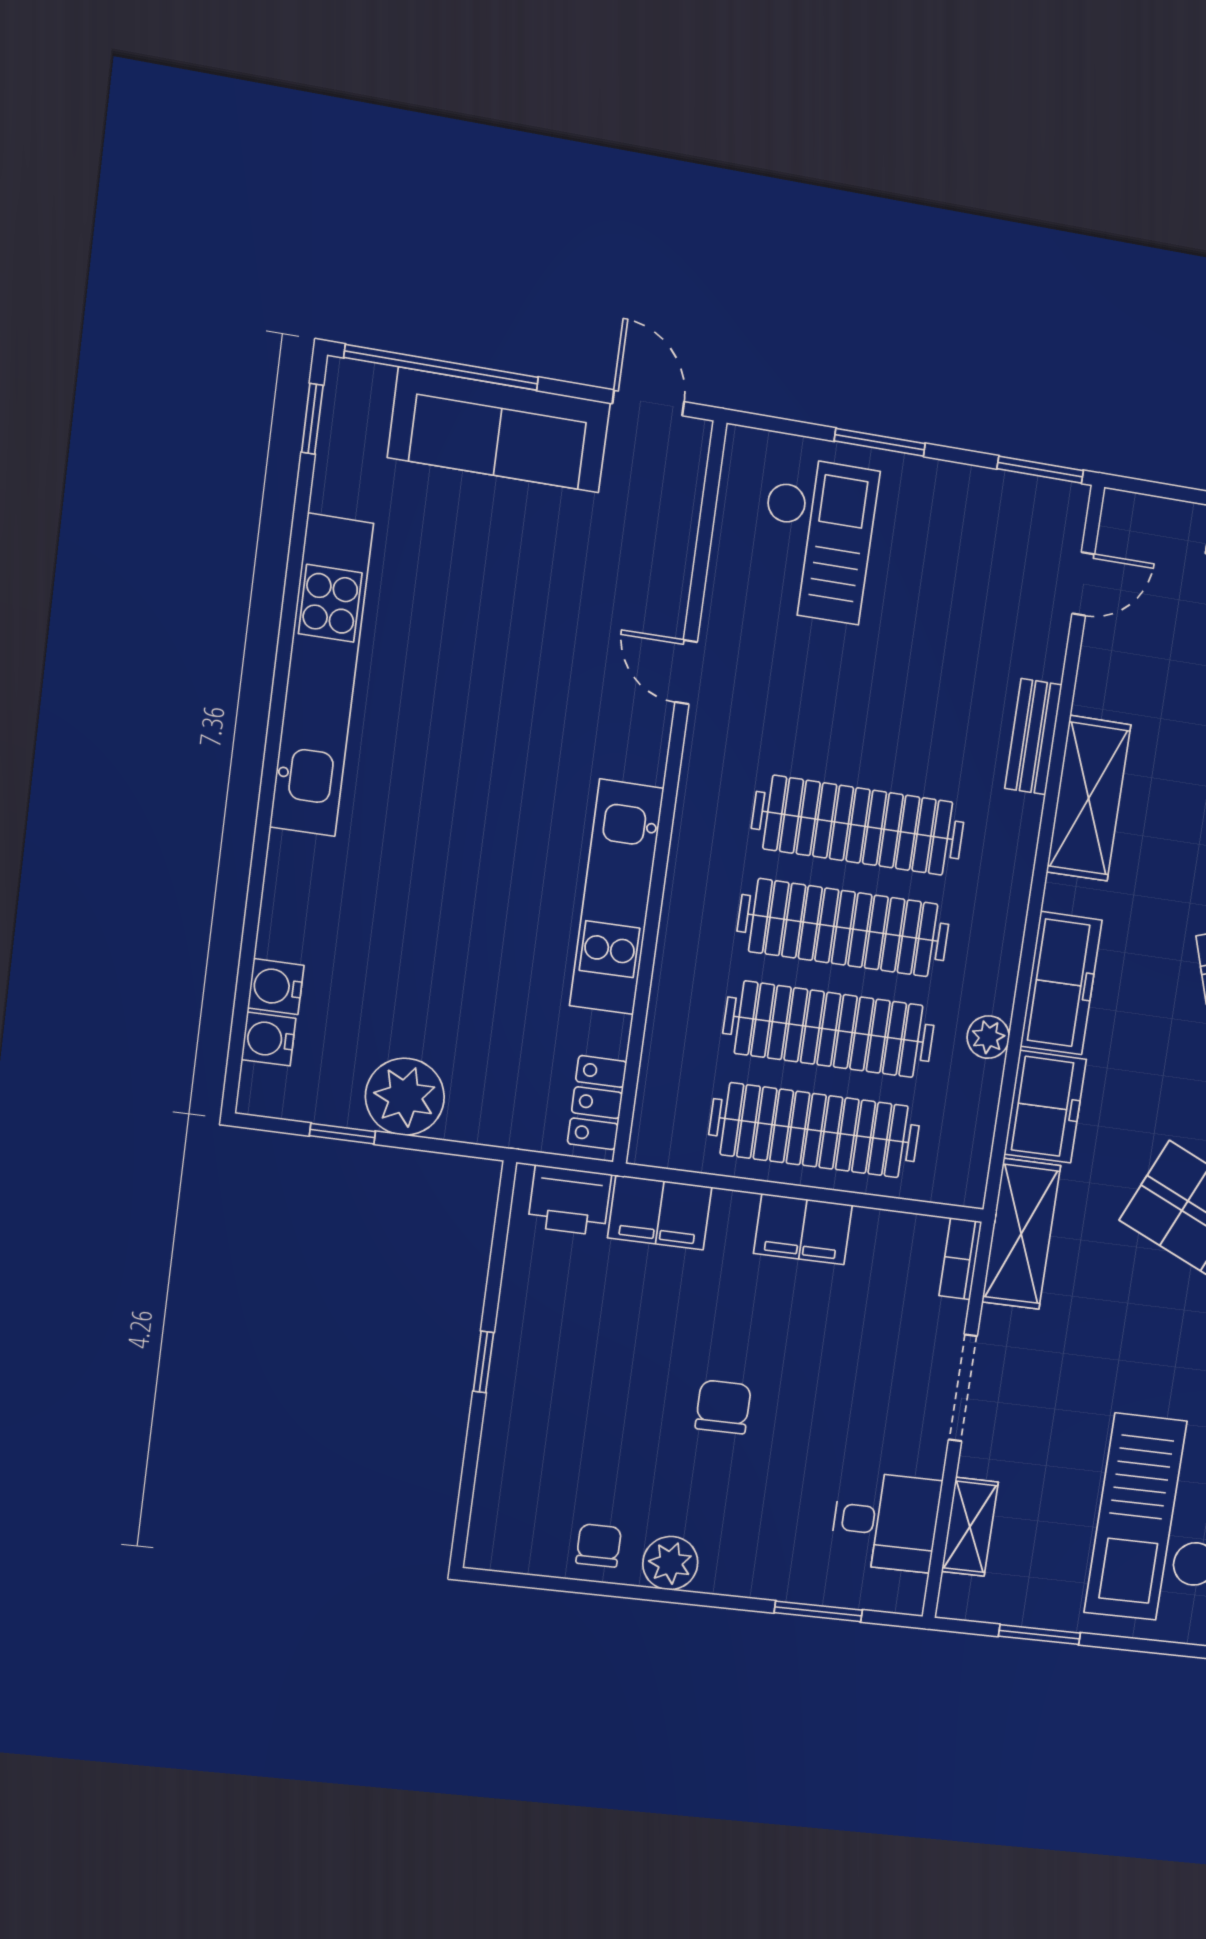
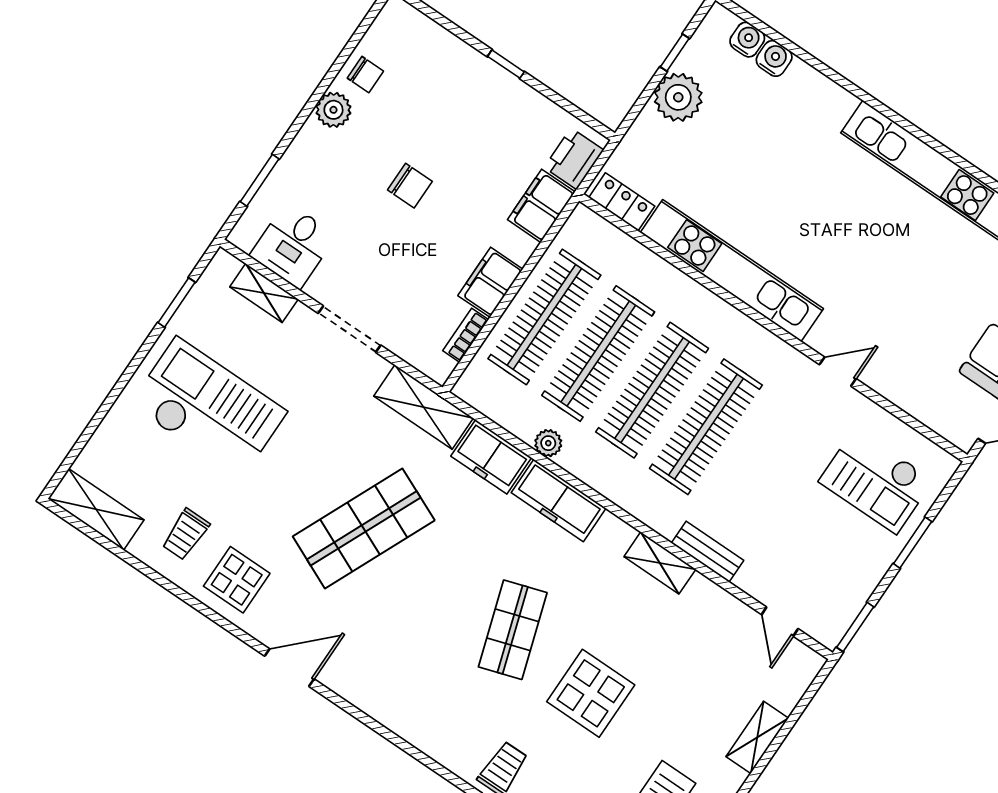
shelving: (1089, 798) -> (660, 563), width x0.67, depth x0.75
kitchen unit: (616, 897) -> (732, 271), width x1.36
bookcase: (960, 1259) -> (466, 335), moved, turned -90

